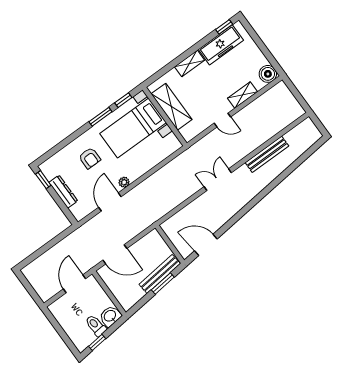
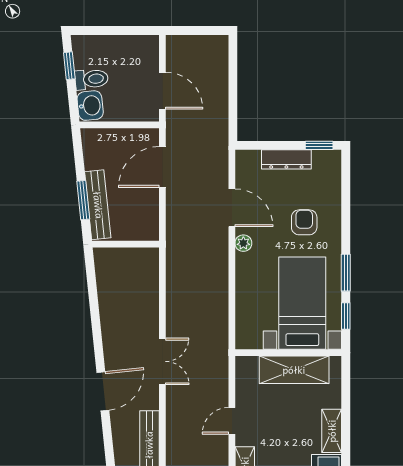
armchair: (90, 158) -> (304, 222), turned 90
door: (206, 245) -> (103, 391), moved

